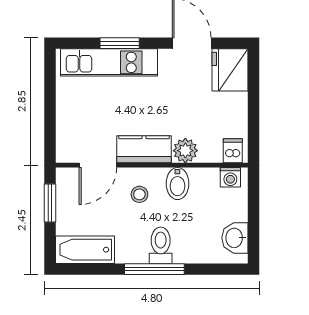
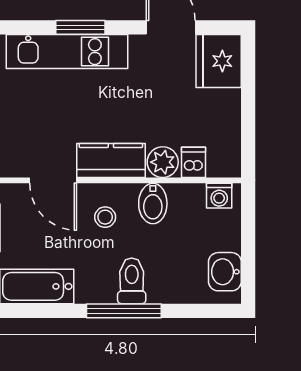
dishwasher: (233, 151) -> (194, 162), moved
door: (98, 165) -> (53, 180), hinge flipped

